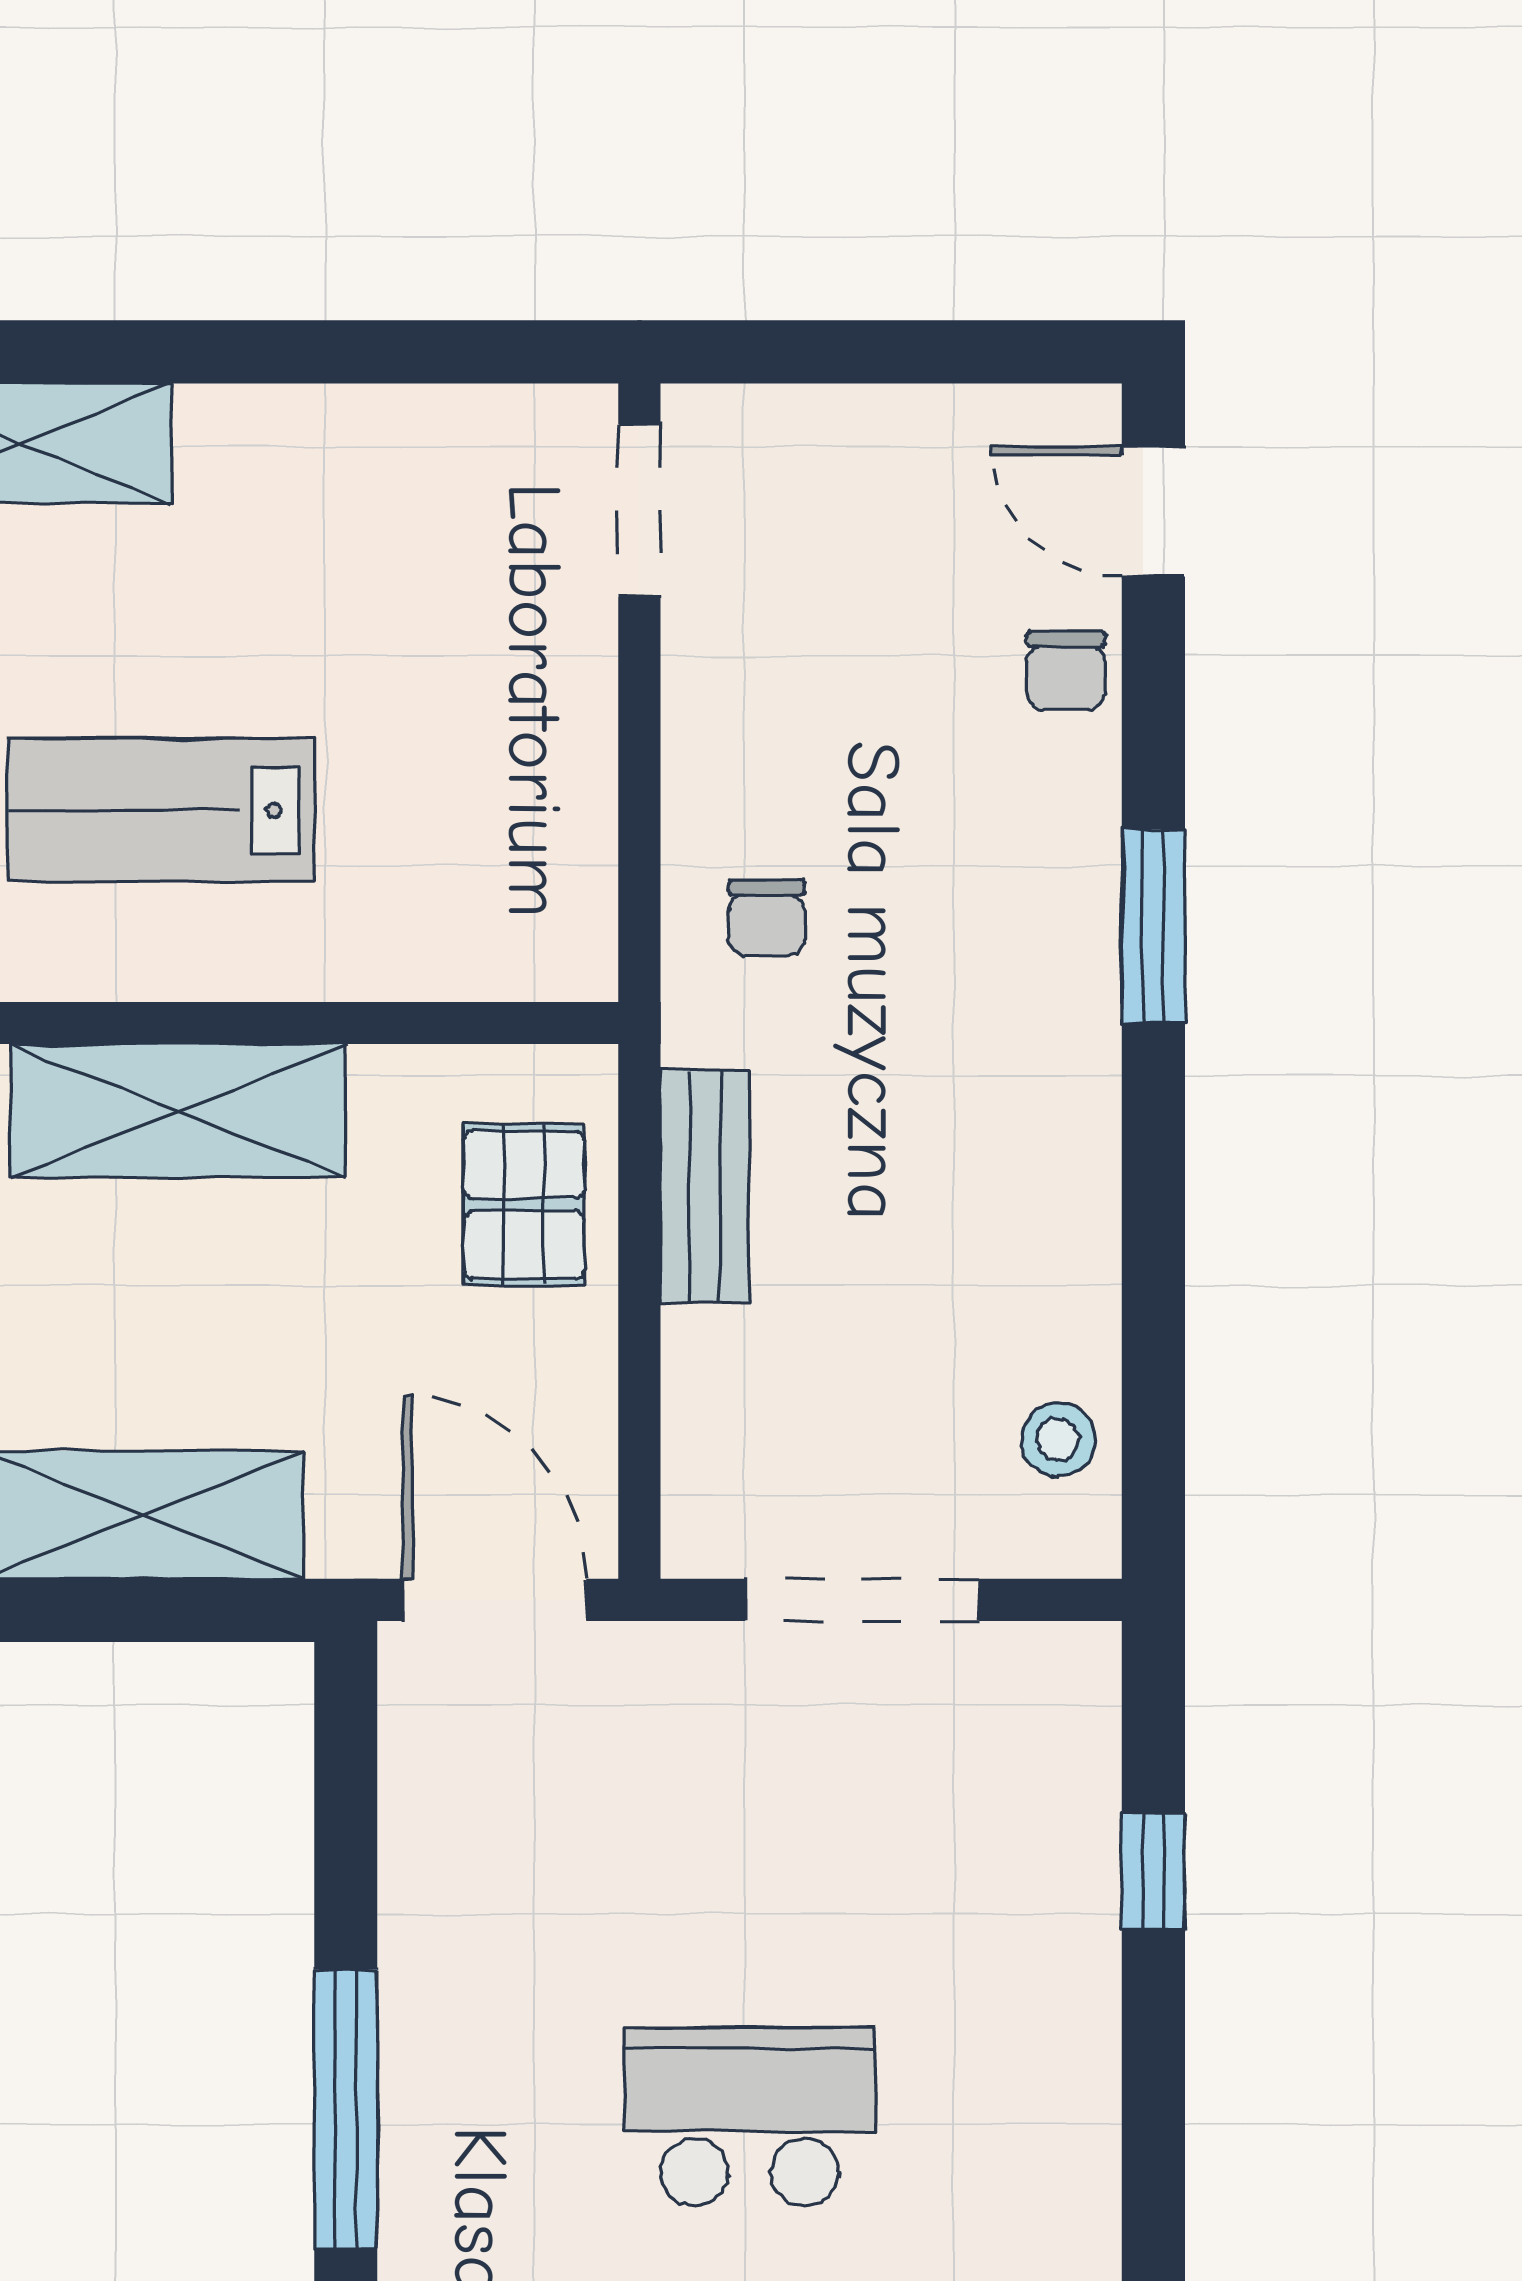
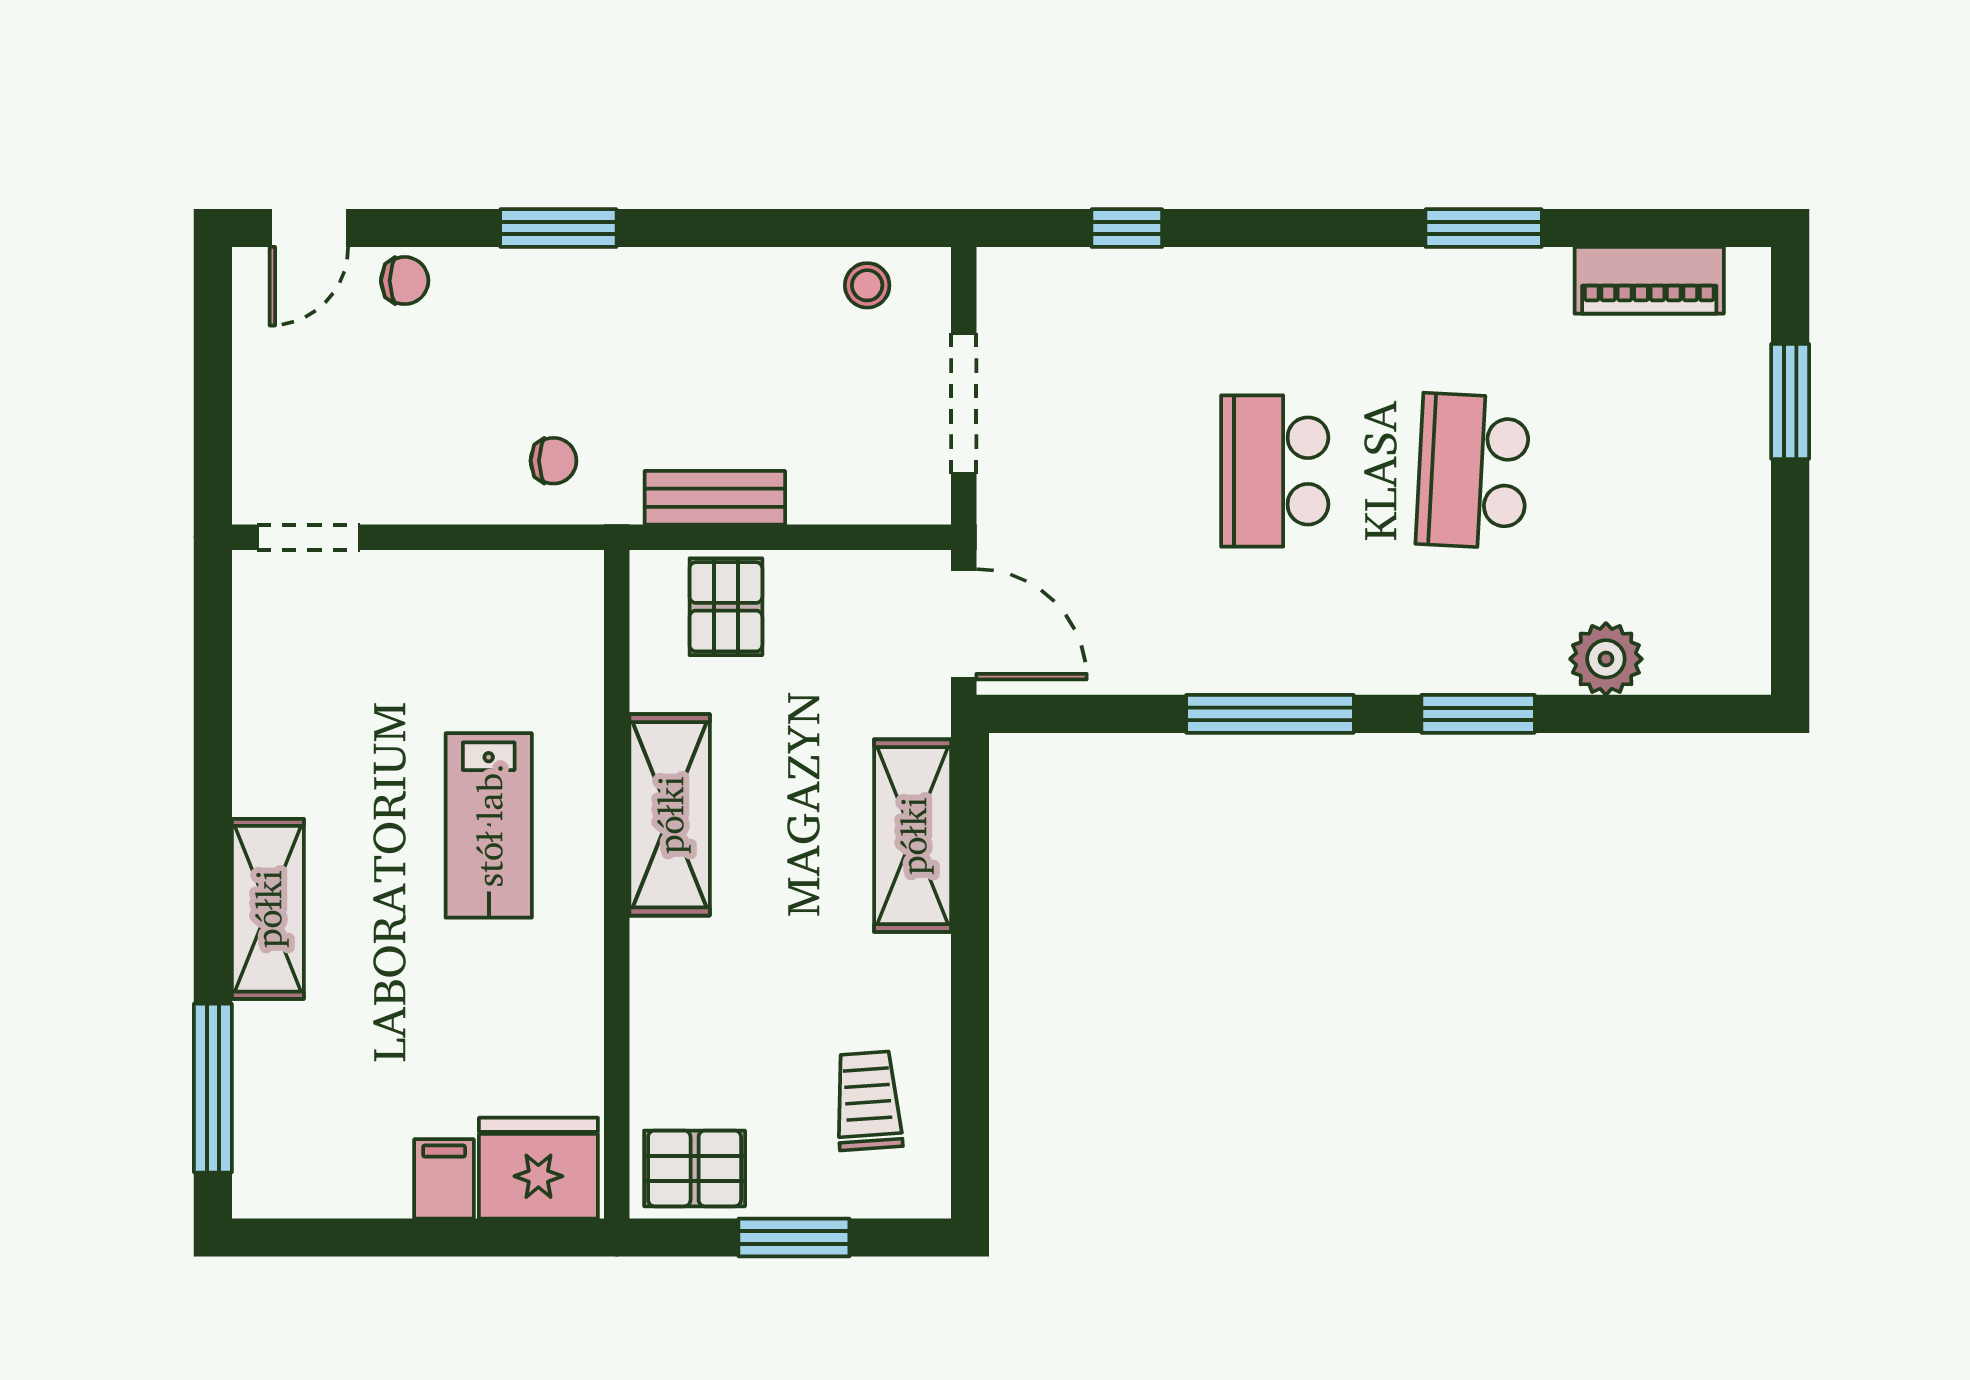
pallet: (524, 1205) -> (726, 607), turned 90
door: (495, 1600) -> (964, 624), swing flipped

